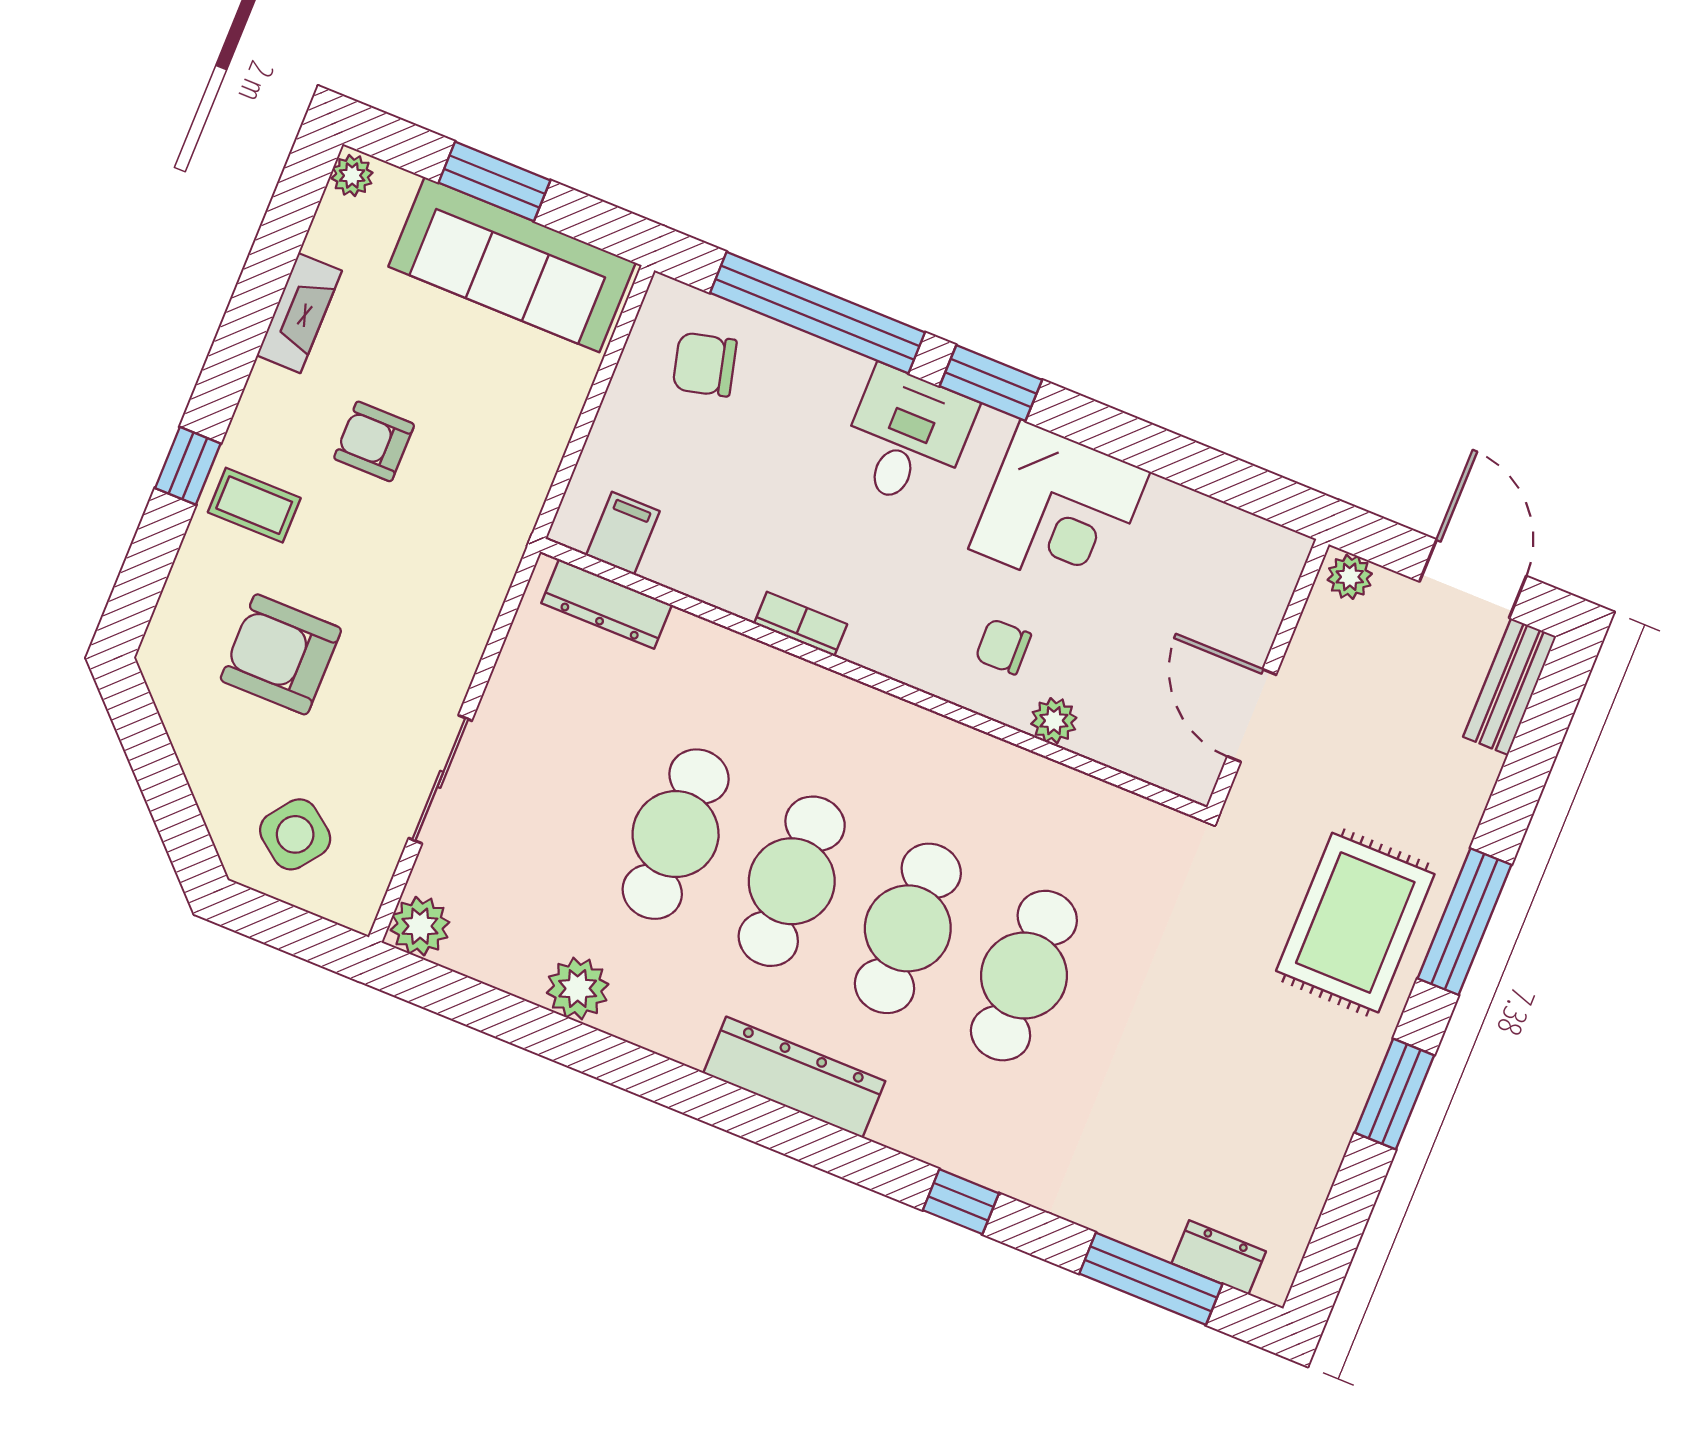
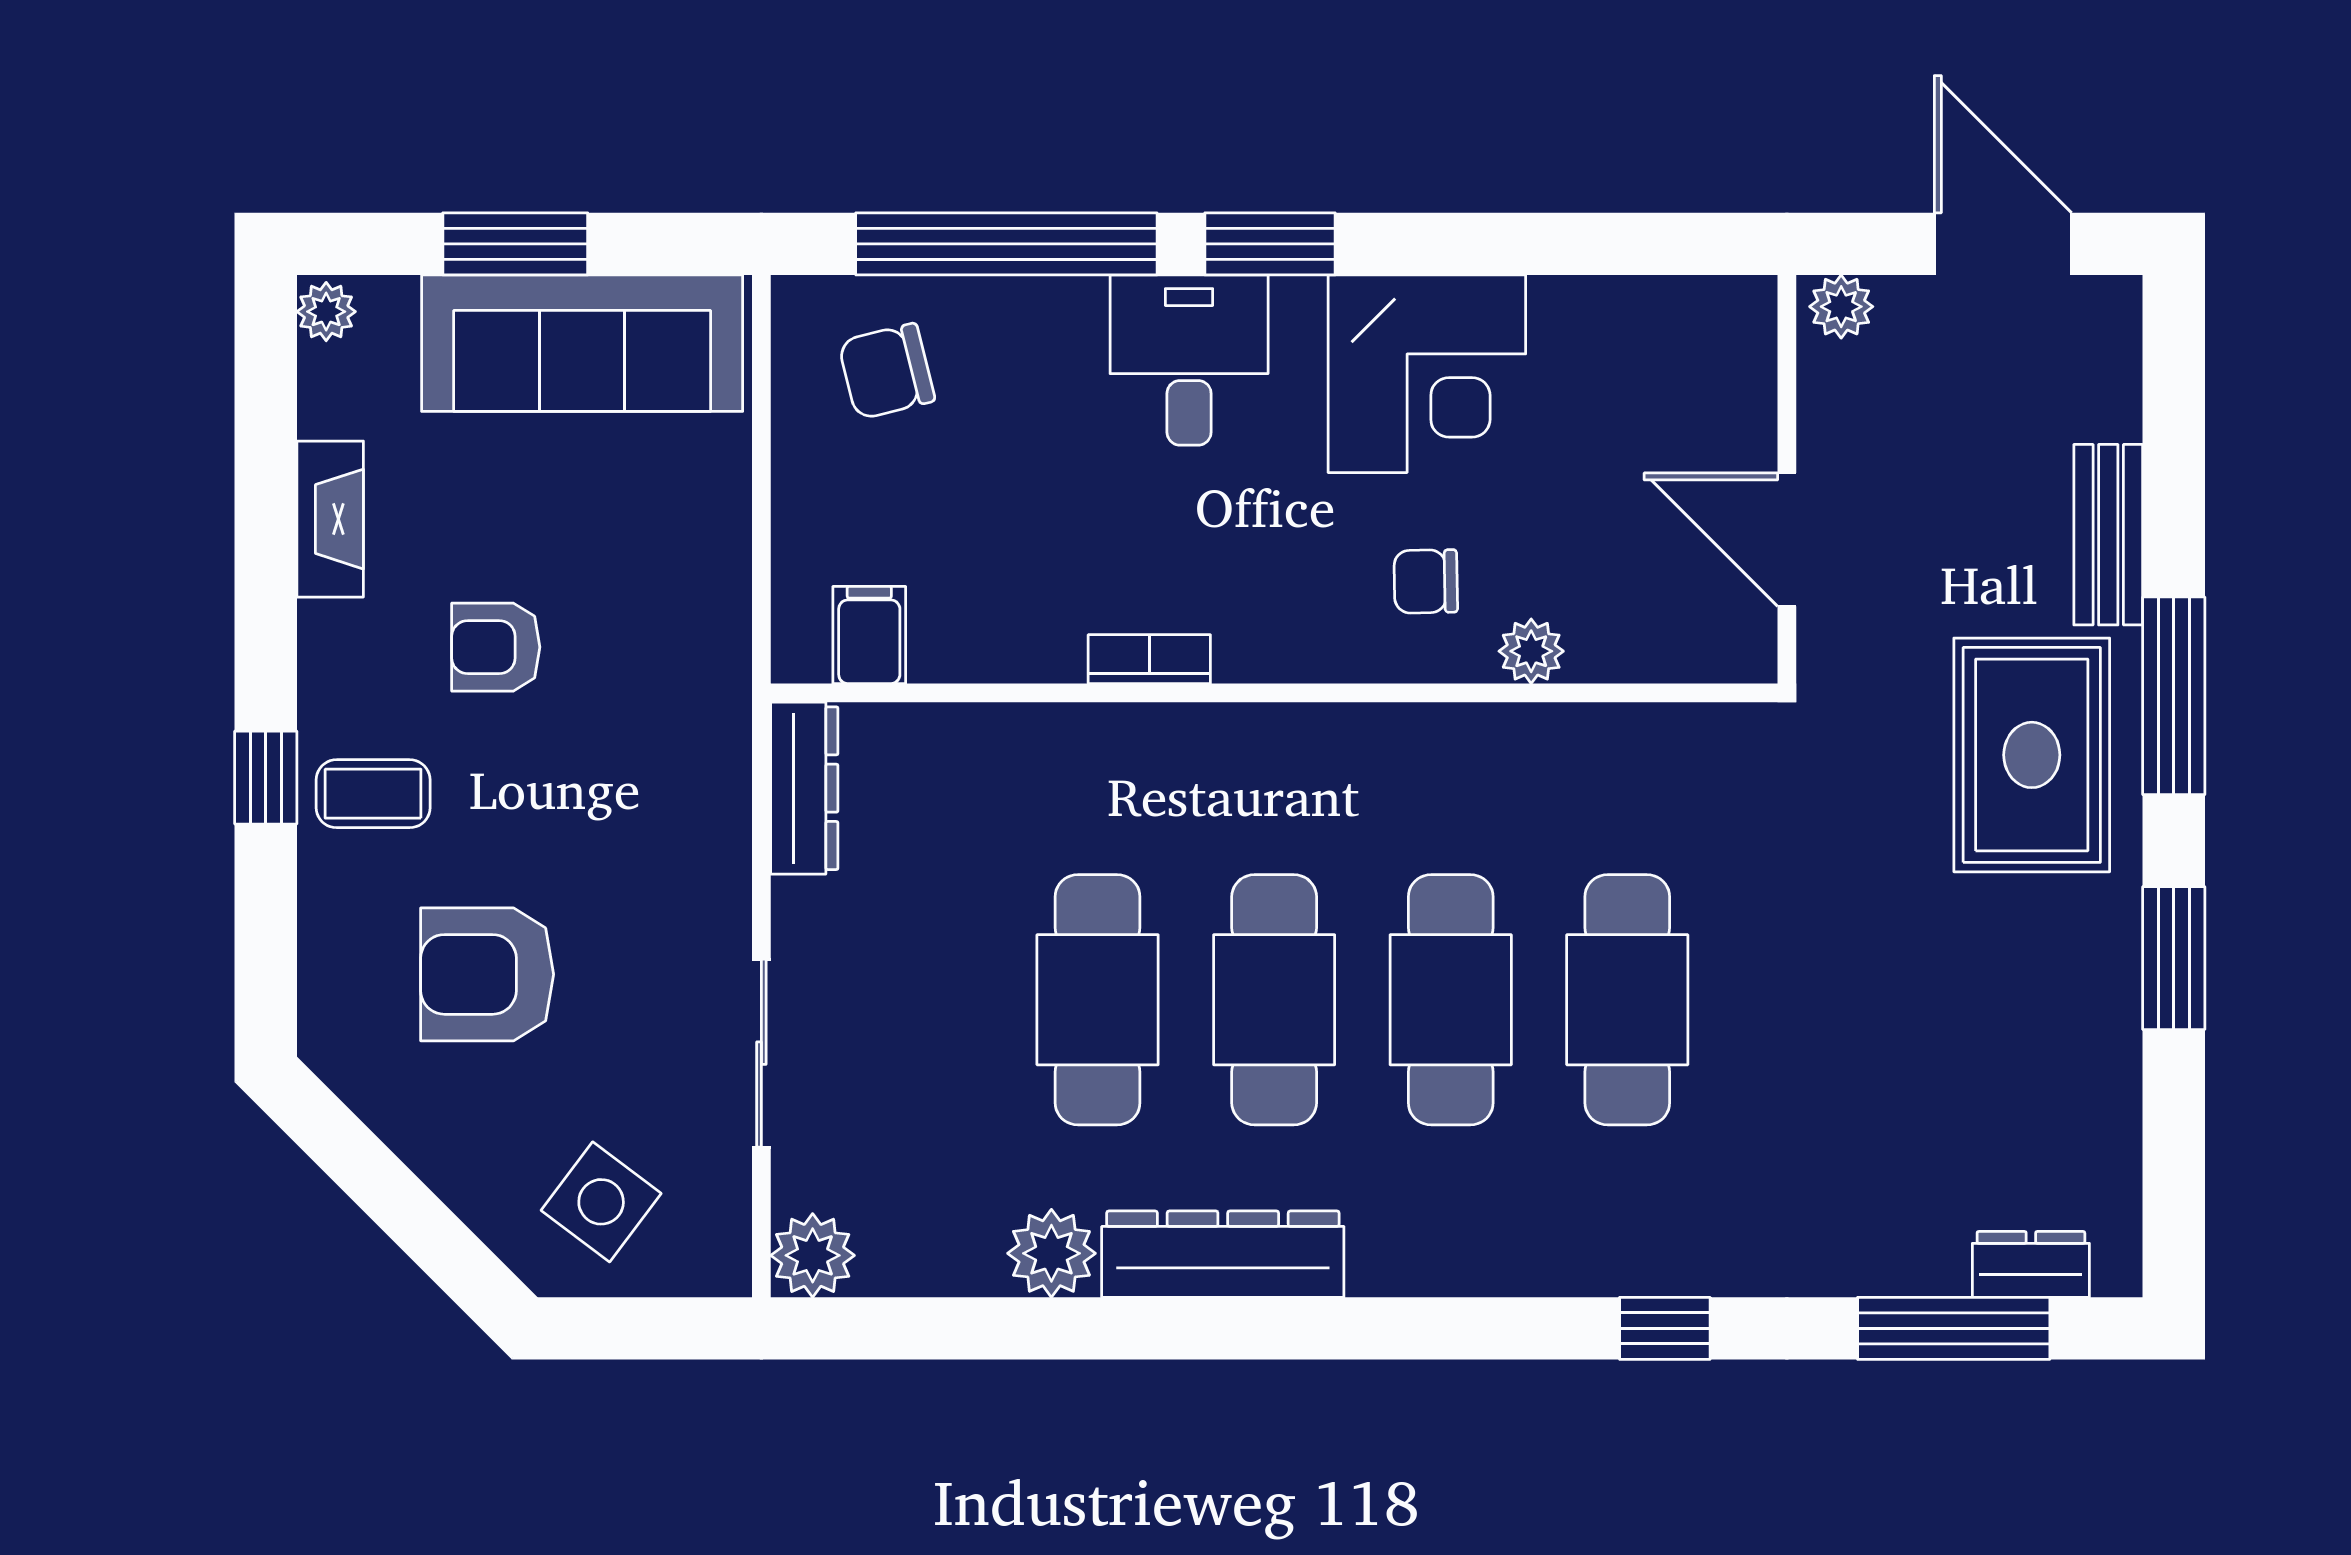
dresser: (607, 604) -> (804, 788), moved, turned -90
bench: (1510, 687) -> (2108, 535), moved
dresser: (794, 1077) -> (1223, 1254), moved

